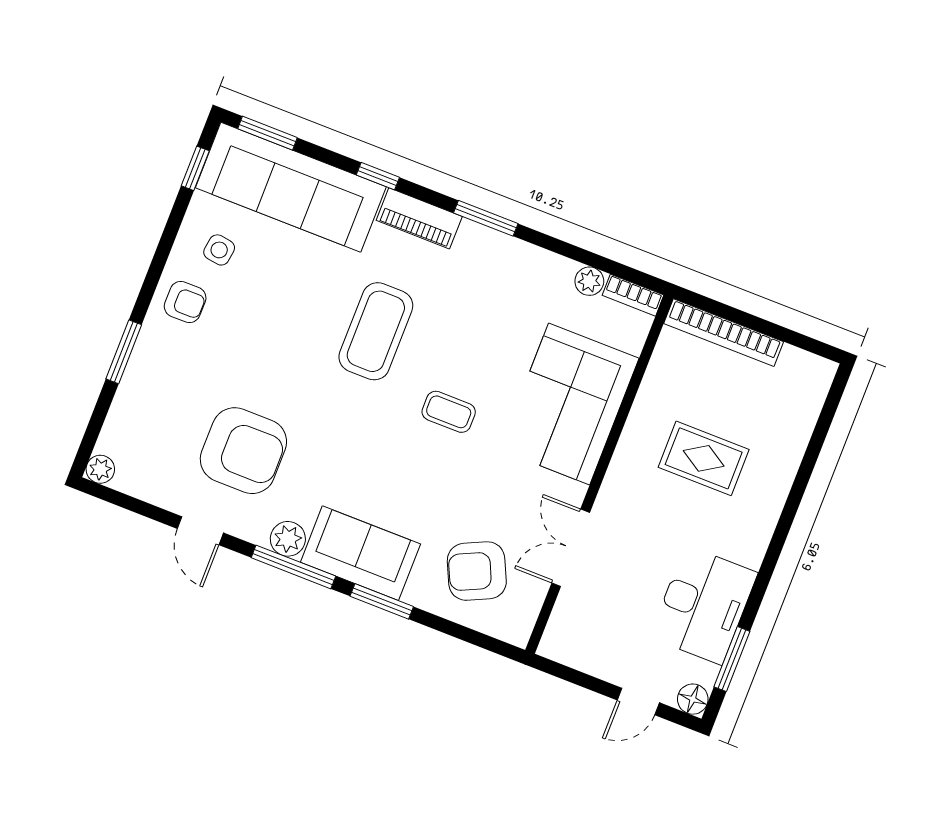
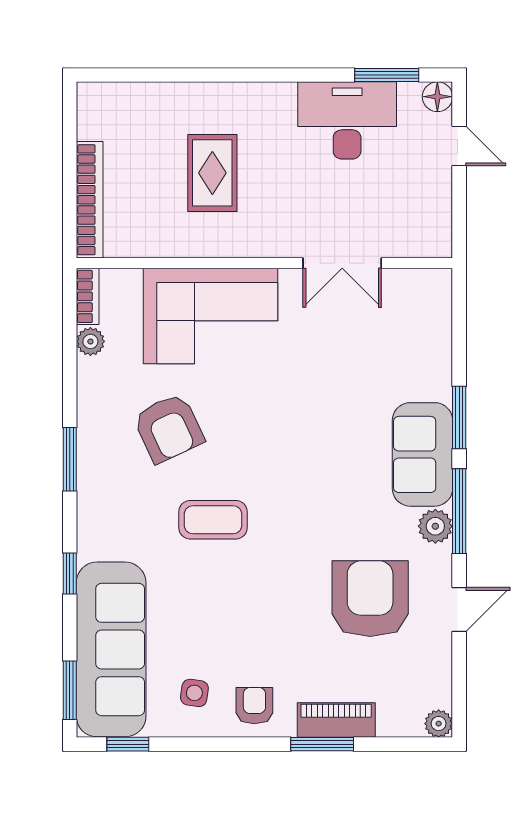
piano: (419, 218) -> (336, 720), moved, turned -90
coffee table: (376, 331) -> (213, 520), width x0.73, depth x0.76
coffee table: (449, 412) -> (261, 424), removed
armchair: (477, 571) -> (169, 428), moved

